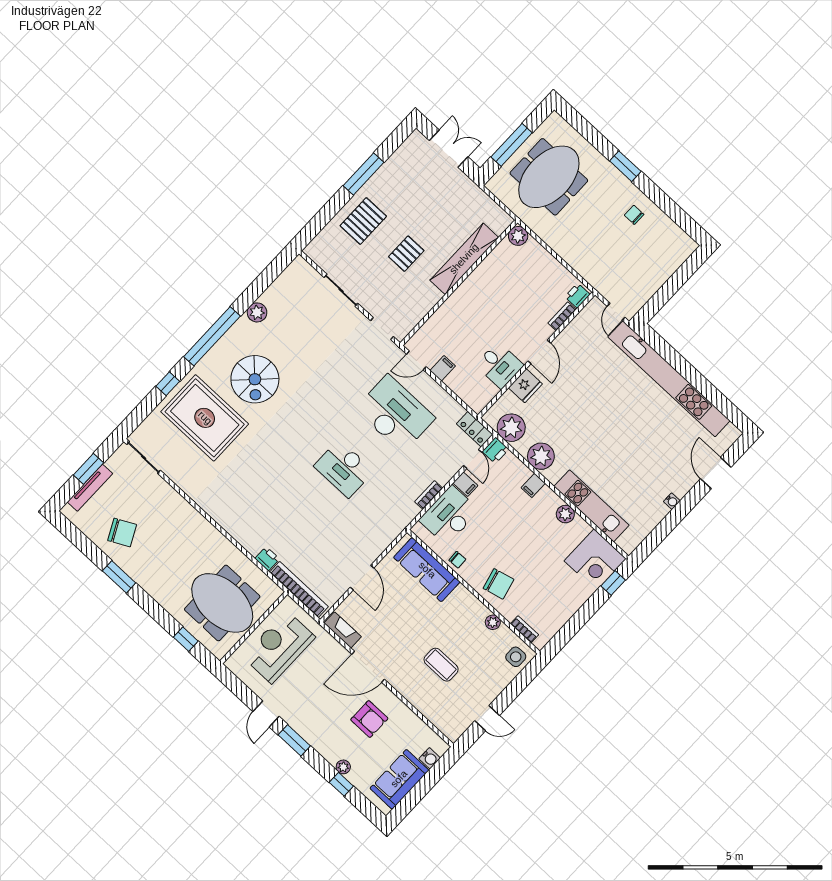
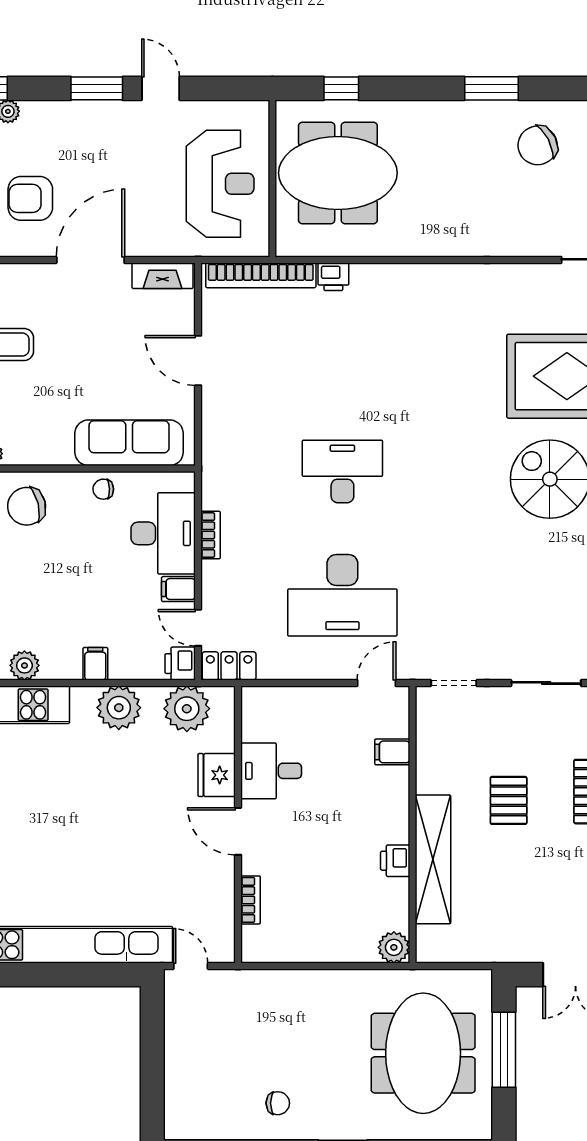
printer: (577, 296) -> (395, 861), moved, turned 180
filing cabinet: (443, 368) -> (392, 752), moved, turned 90

